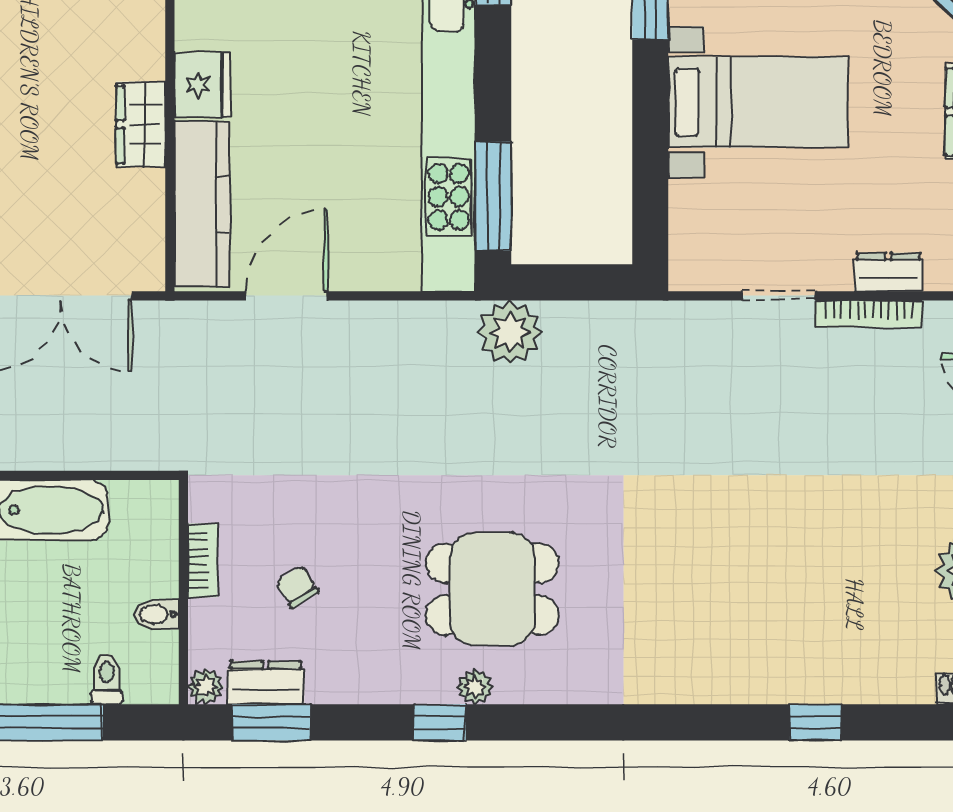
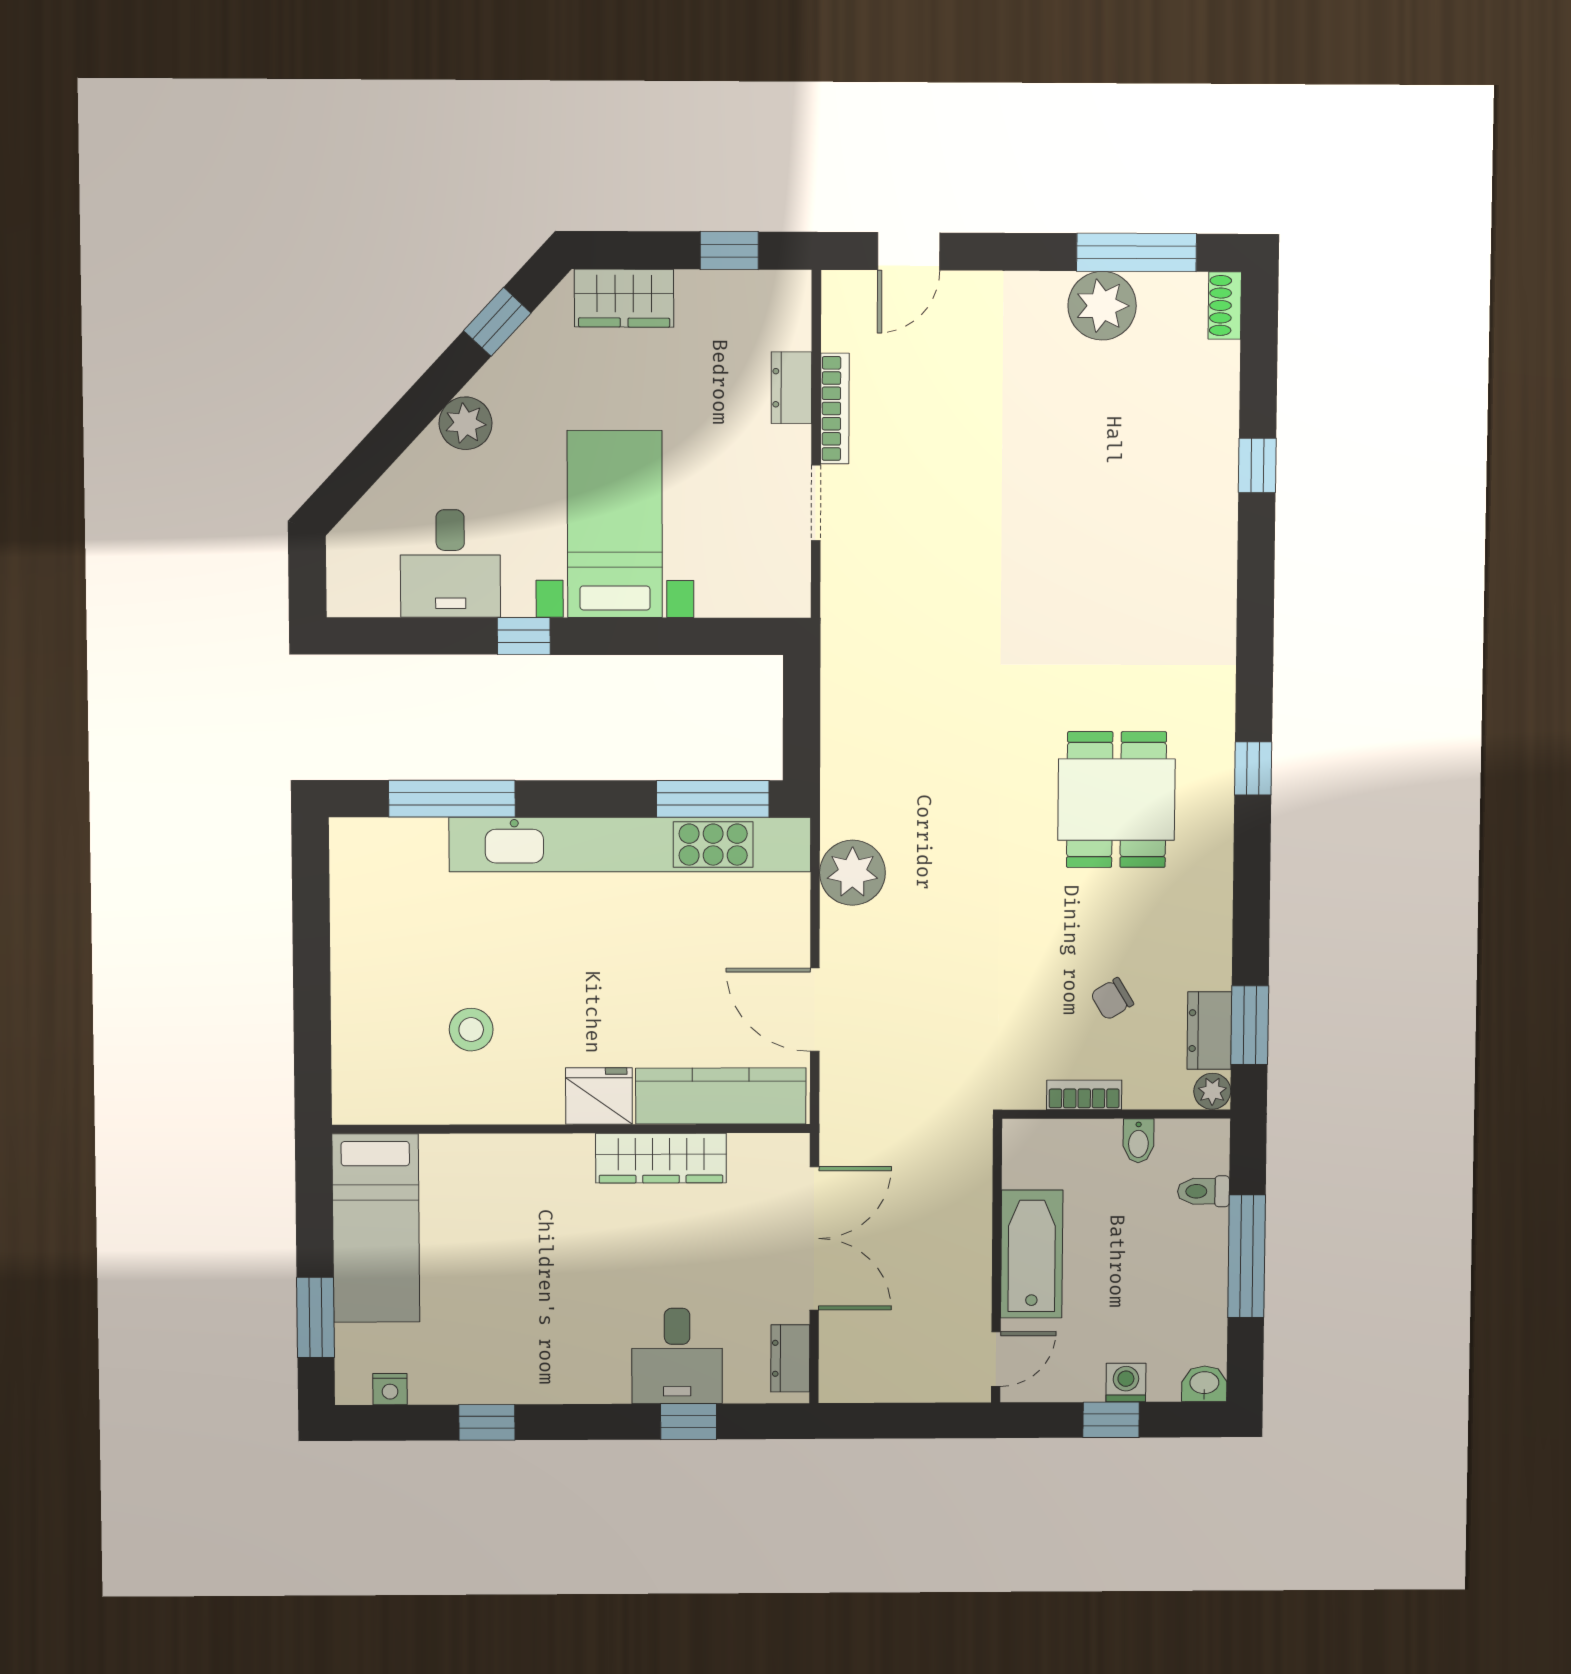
wardrobe: (141, 124) -> (661, 1158), width x1.50
plant: (510, 332) -> (852, 873), moved
plant: (475, 687) -> (1216, 817), removed
window: (440, 722) -> (1253, 768), moved

